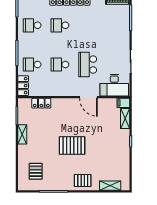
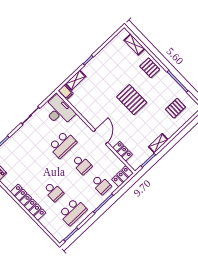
school desk: (32, 25) -> (73, 212), width x1.85
door: (88, 97) -> (101, 137), moved

